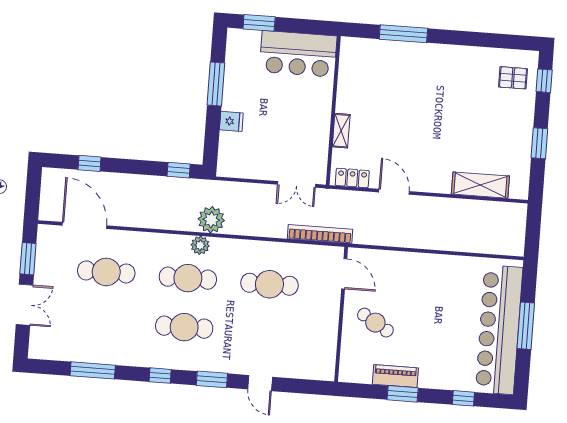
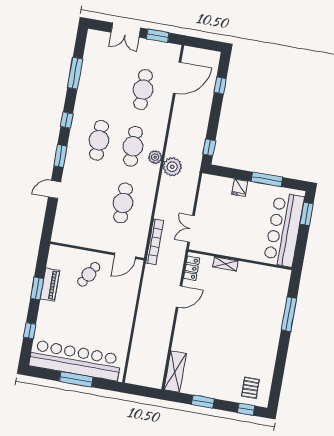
bar counter: (298, 54) -> (284, 230), width x1.36
shelving: (480, 185) -> (175, 372), moved

